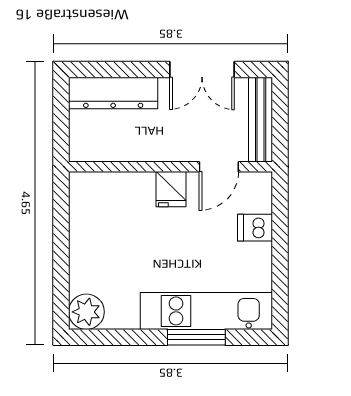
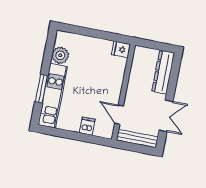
double door: (202, 69) -> (166, 116), swing flipped
fridge: (171, 189) -> (121, 49), moved
plant: (86, 312) -> (60, 55), moved

